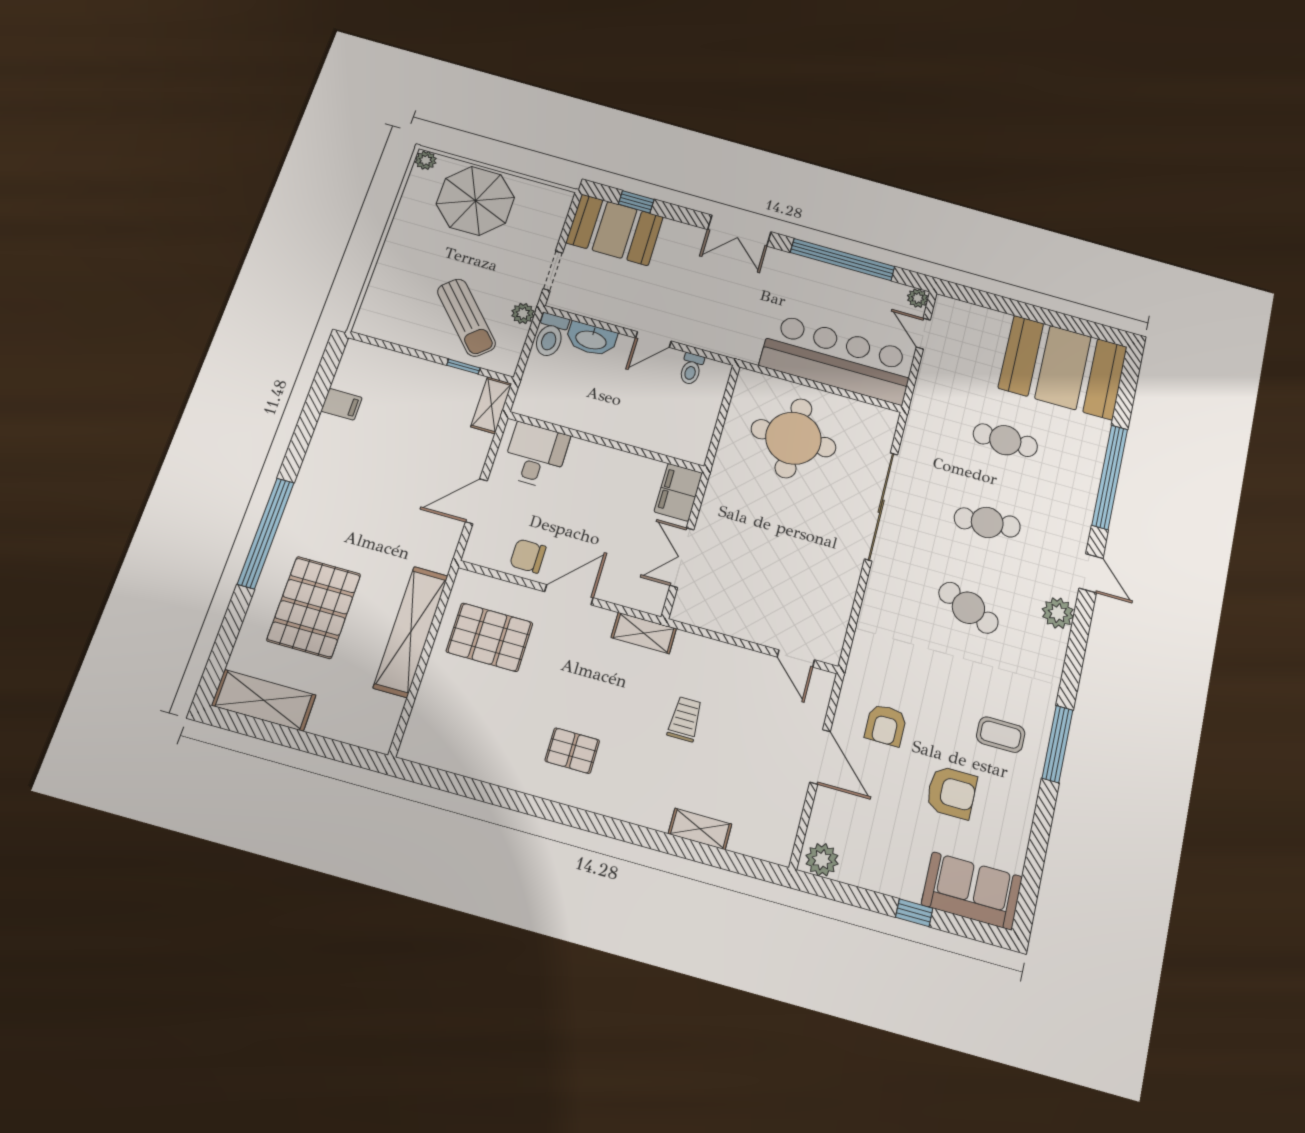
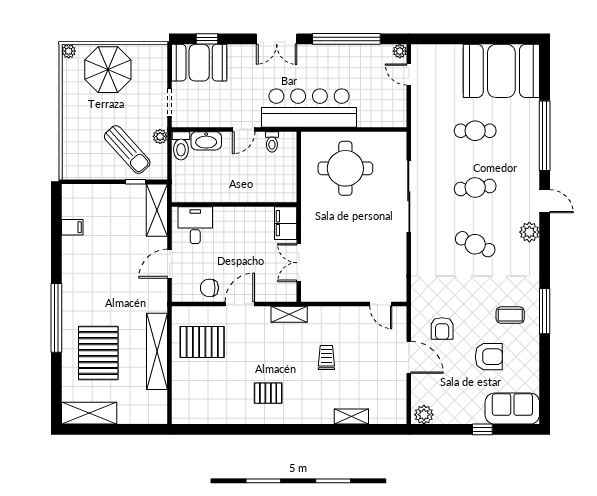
bar counter: (837, 359) -> (309, 108), moved
shelving: (491, 405) -> (157, 210), width x1.50, depth x1.33

